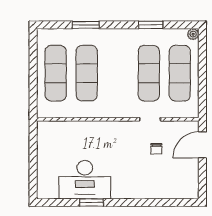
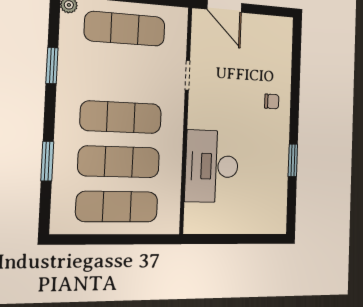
exercise mat: (149, 73) -> (121, 117), moved
chair: (156, 149) -> (272, 101), moved
desk: (85, 180) -> (212, 166), moved, turned 180

